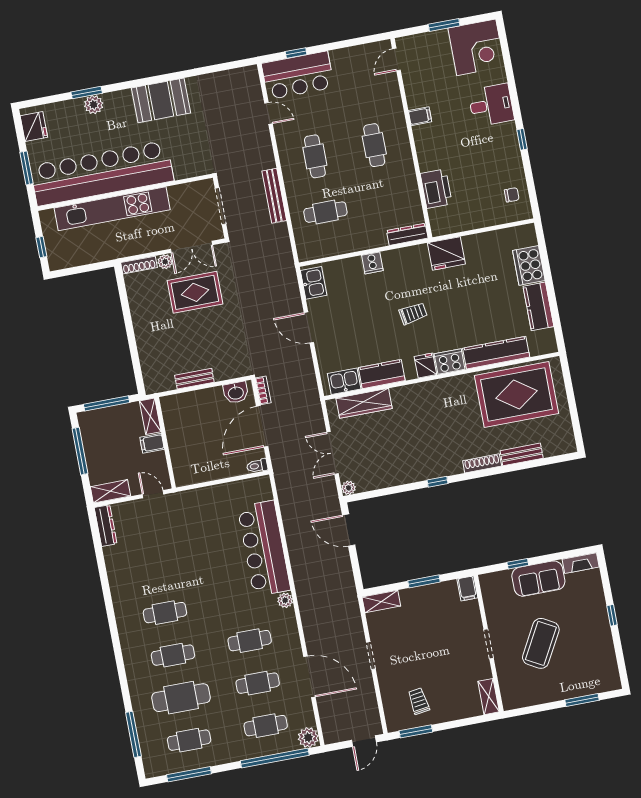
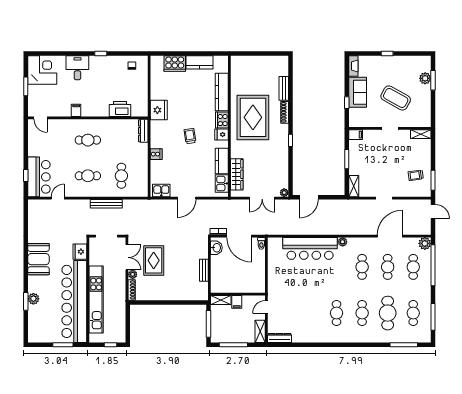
fridge: (34, 127) -> (80, 252), moved, turned -90
rug: (516, 394) -> (253, 117), moved
plant: (583, 686) -> (425, 78), added

